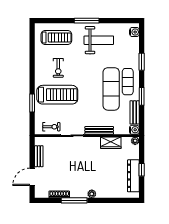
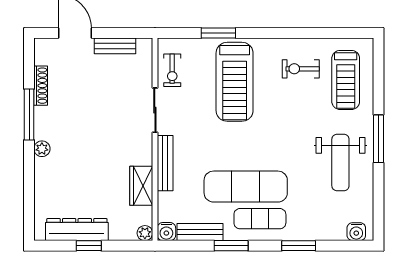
exercise bike: (58, 68) -> (301, 69), moved

